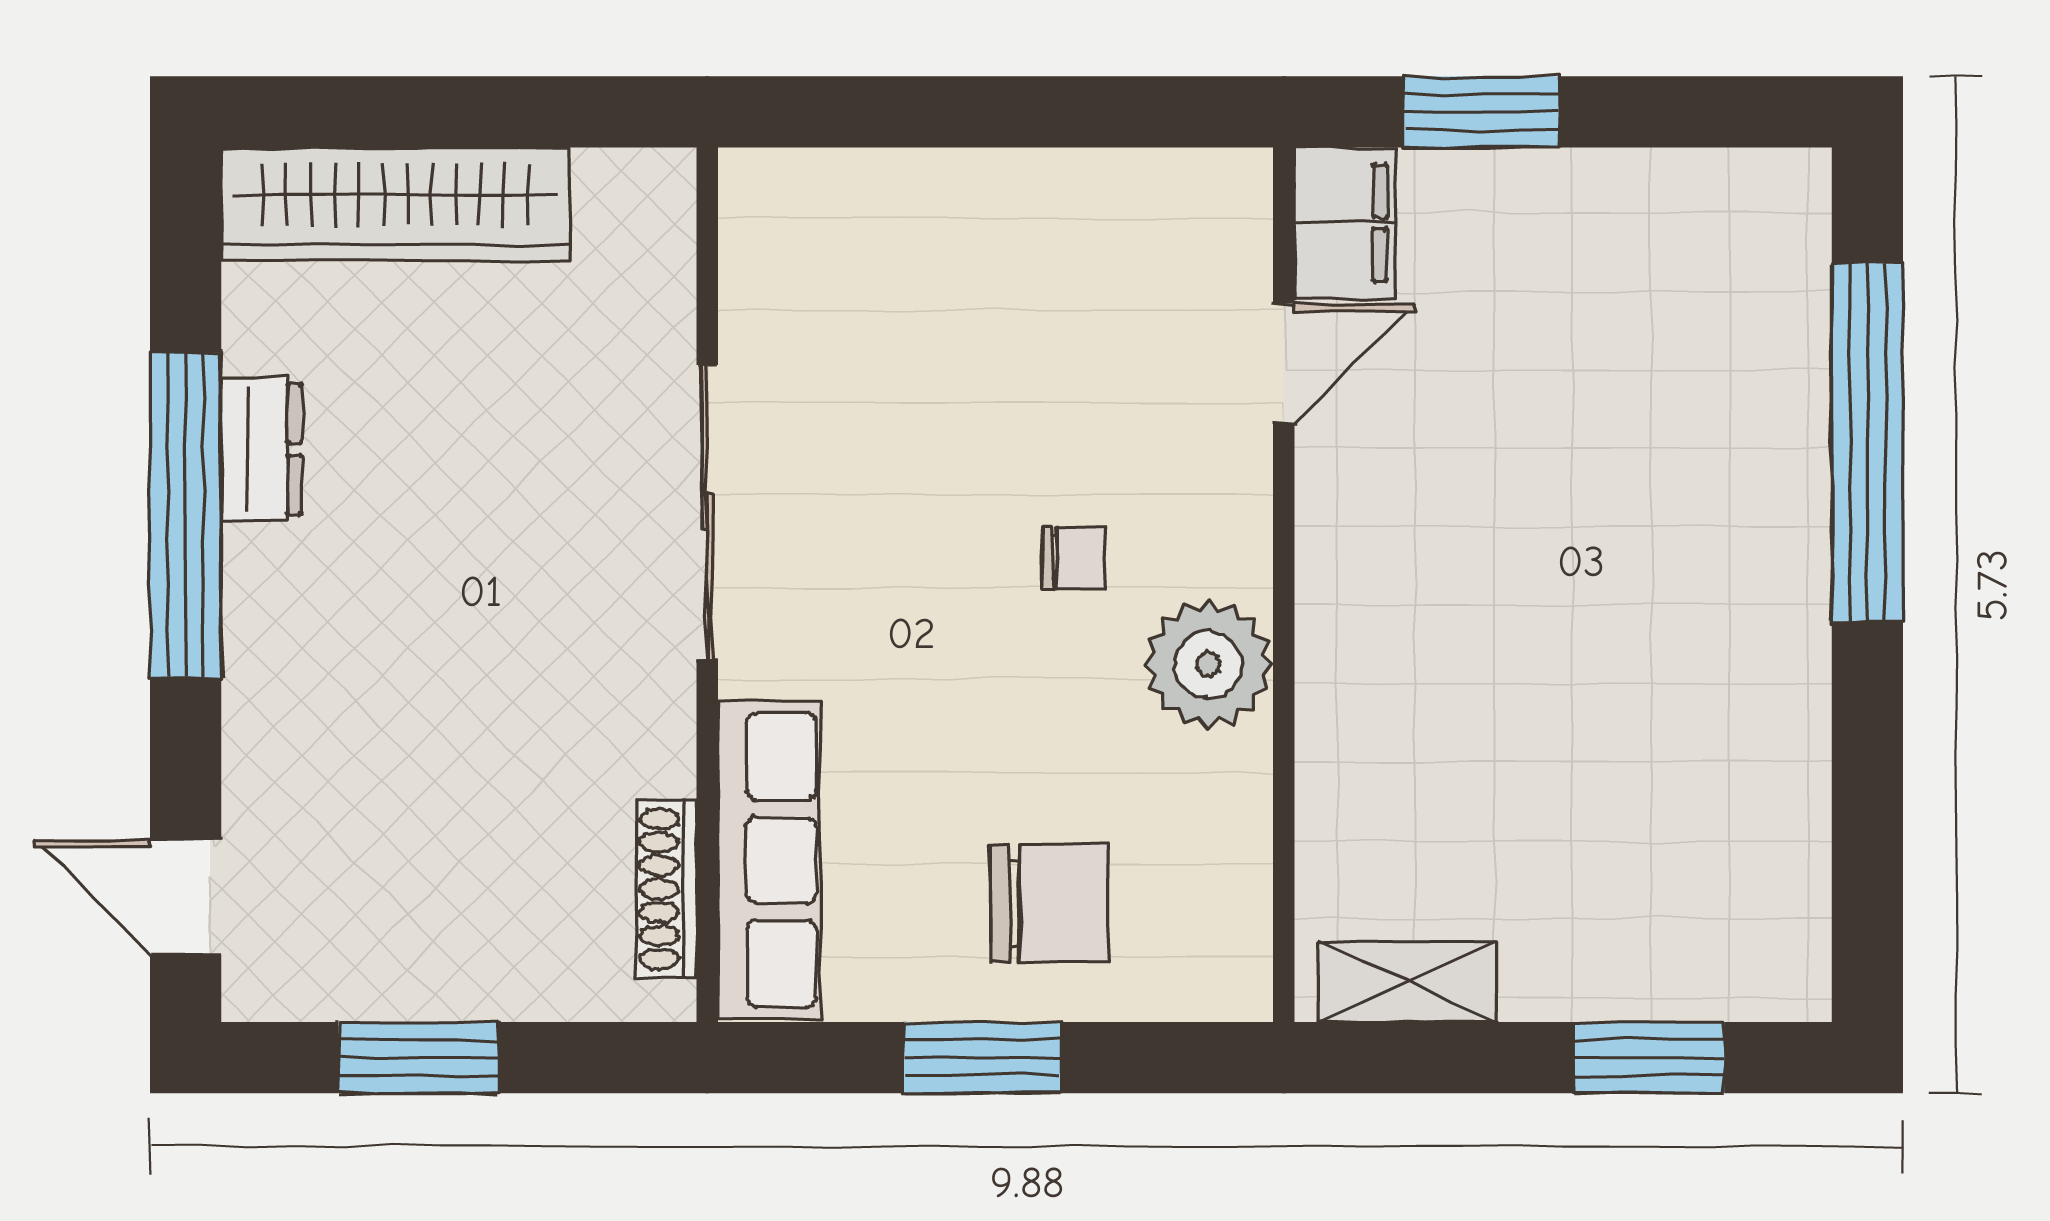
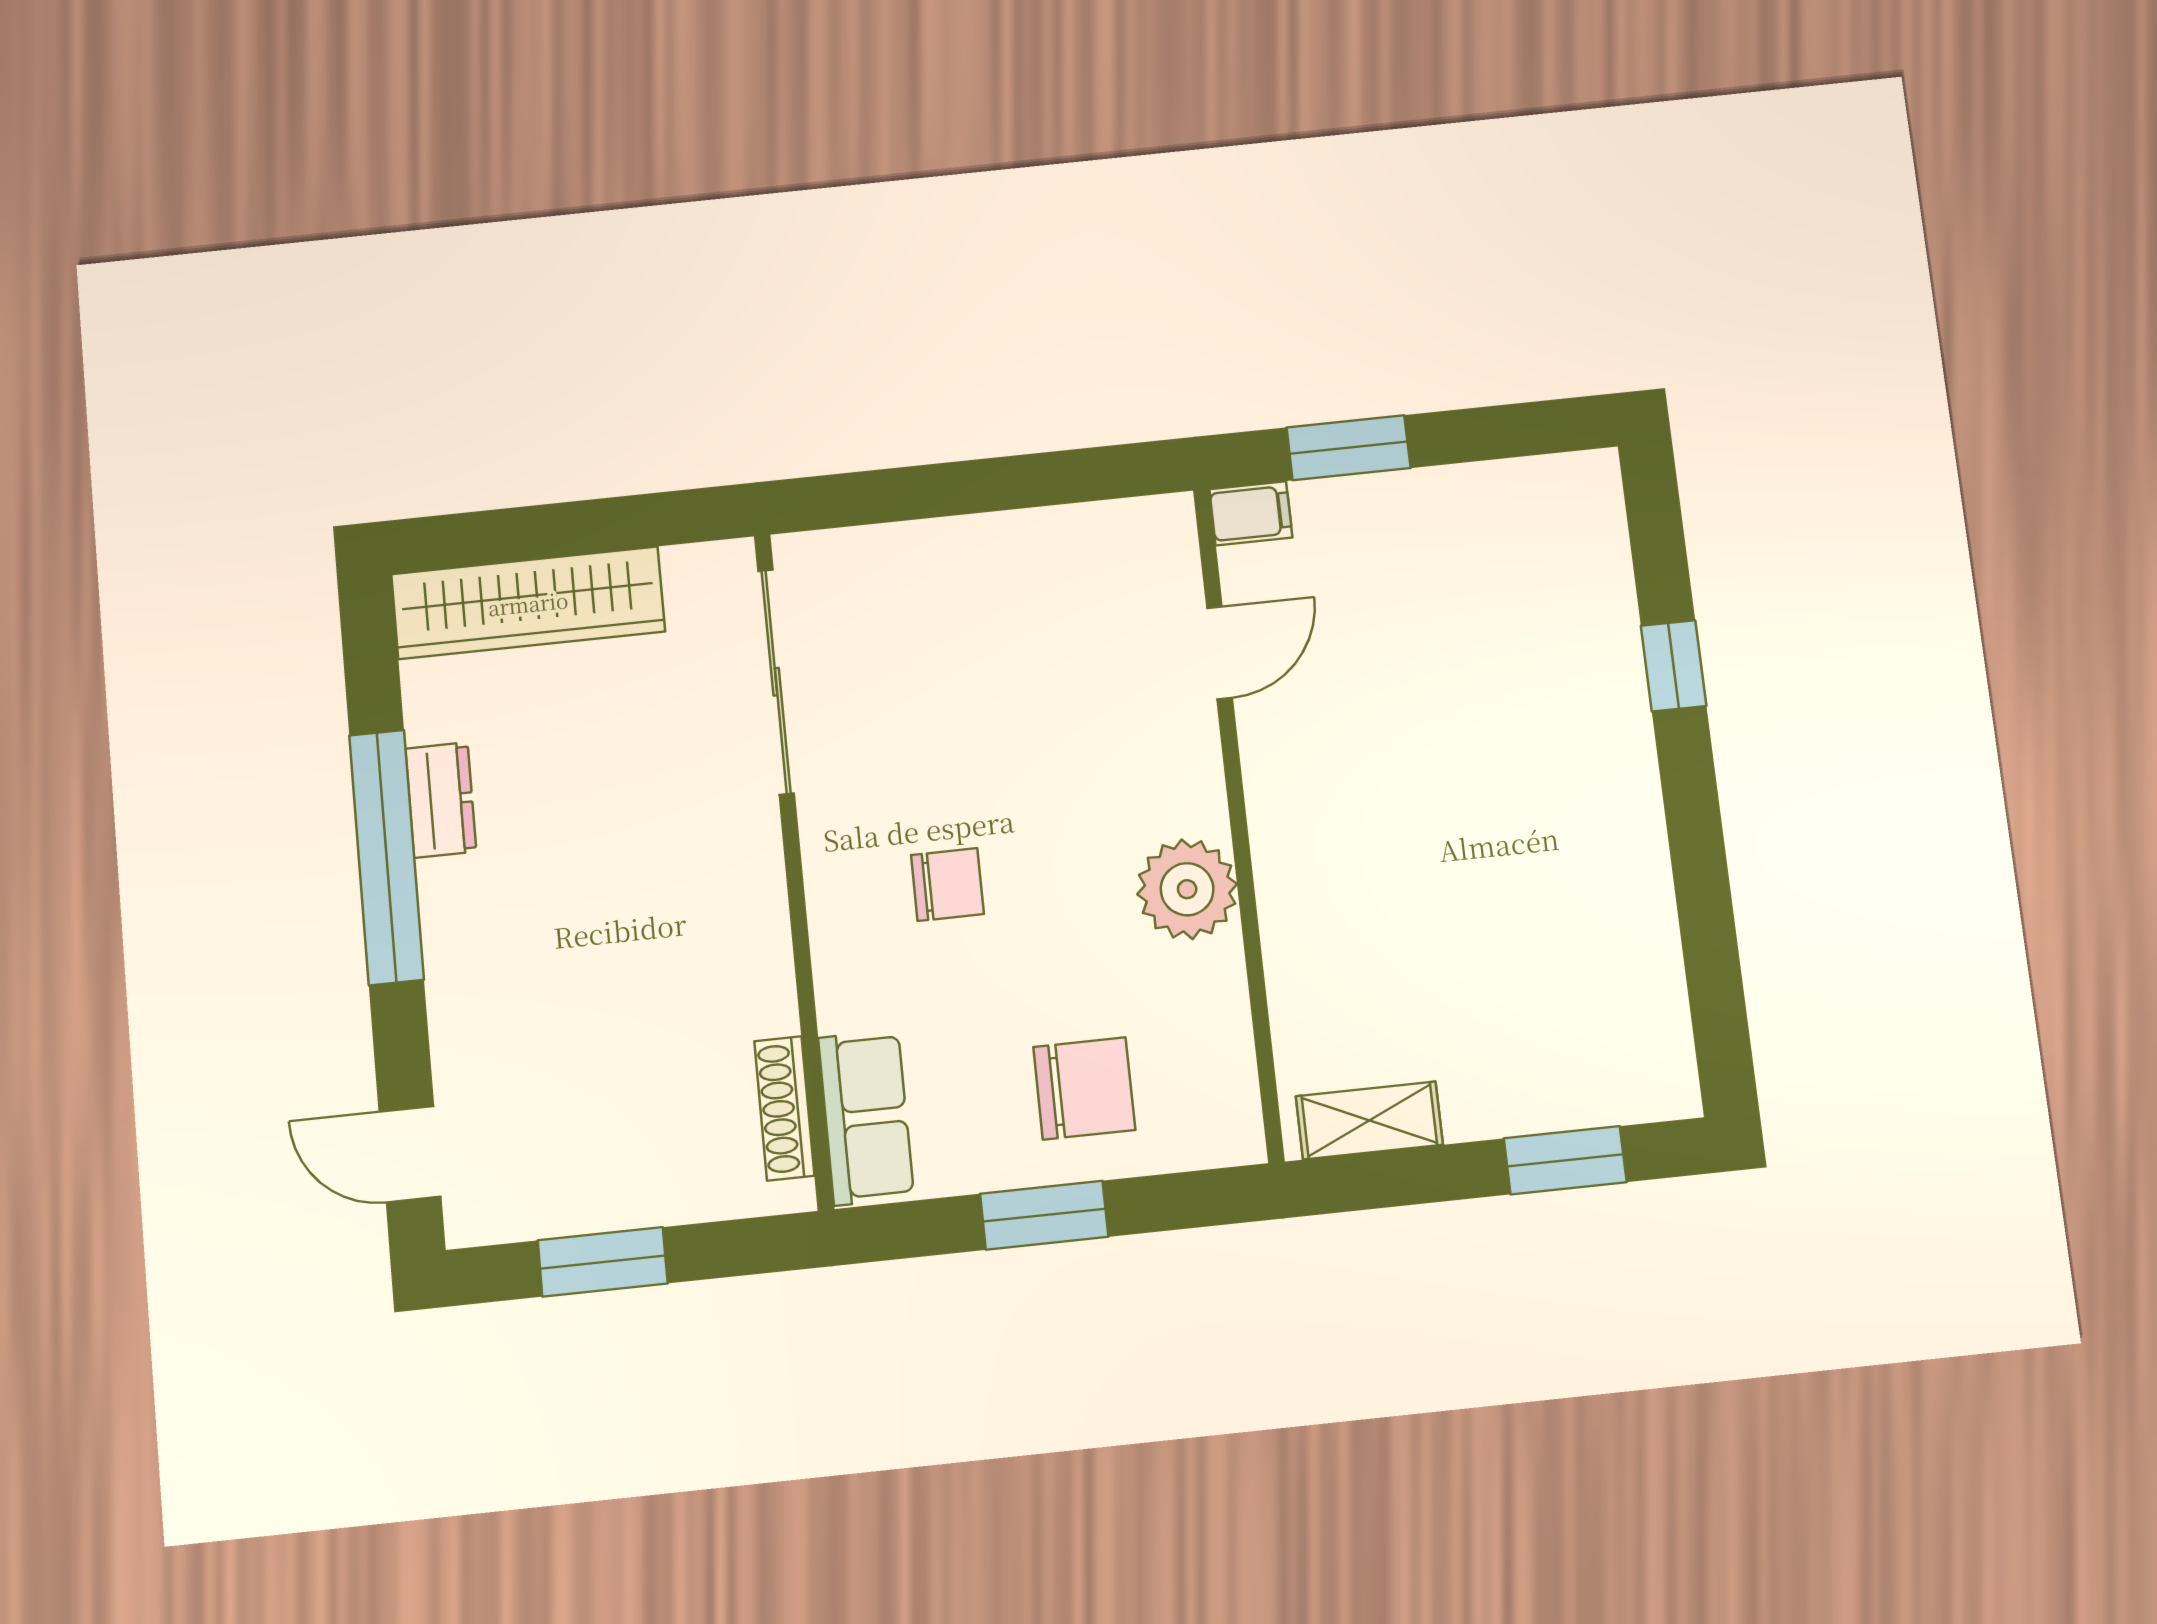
filing cabinet: (1345, 223) -> (1251, 513), width x0.50
window: (1867, 442) -> (1674, 666), width x0.32
sliding door: (707, 512) -> (776, 682), moved
chair: (1073, 558) -> (947, 885), moved, width x1.37, depth x1.37
row of seats: (769, 860) -> (866, 1118), width x0.68

